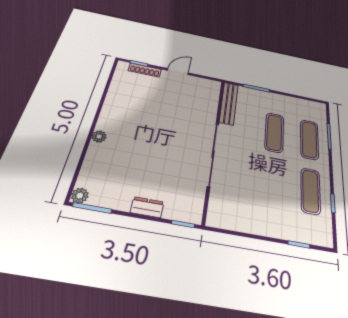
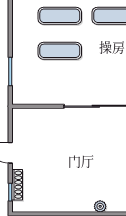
bench: (229, 103) -> (37, 98), removed

